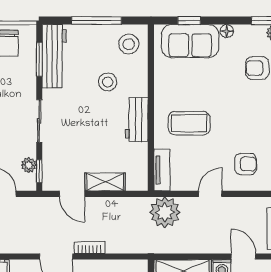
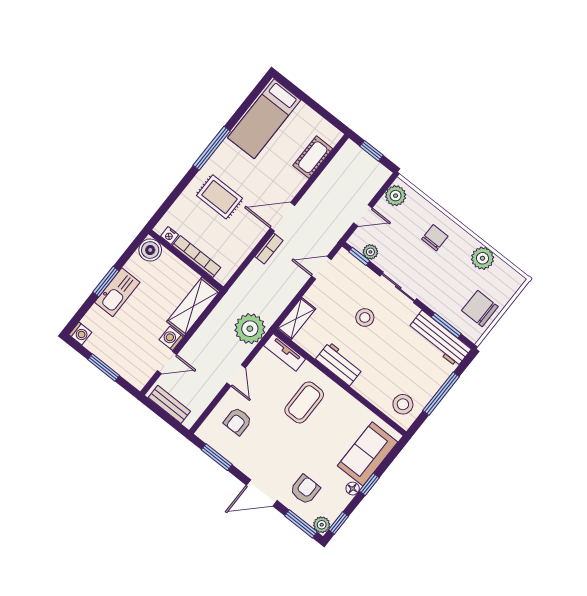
window: (189, 21) -> (369, 484), moved
stool: (108, 82) -> (365, 317), moved
shelving: (105, 182) -> (296, 319), moved

